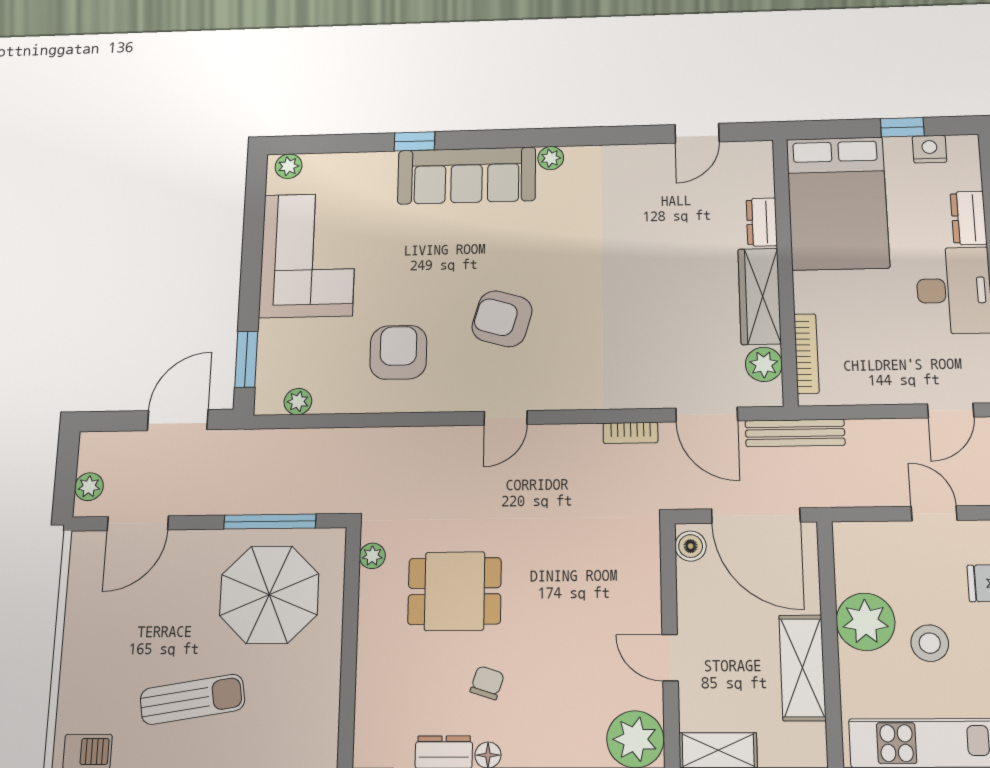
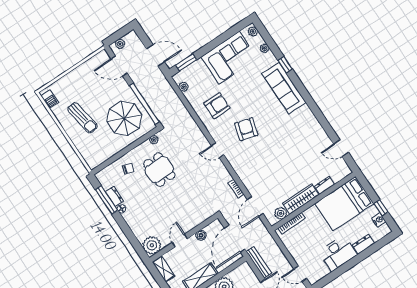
plant: (551, 158) -> (264, 48), moved
bench: (795, 433) -> (259, 262), moved
window: (270, 522) -> (144, 104), width x1.46
boiler: (691, 546) -> (201, 235), moved
chair: (487, 683) -> (128, 169), moved

